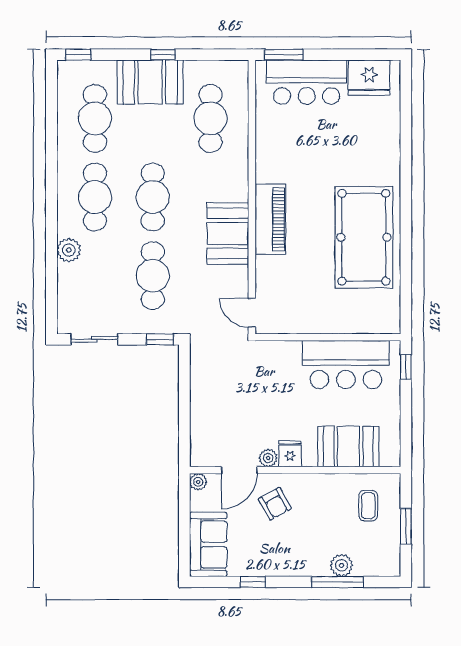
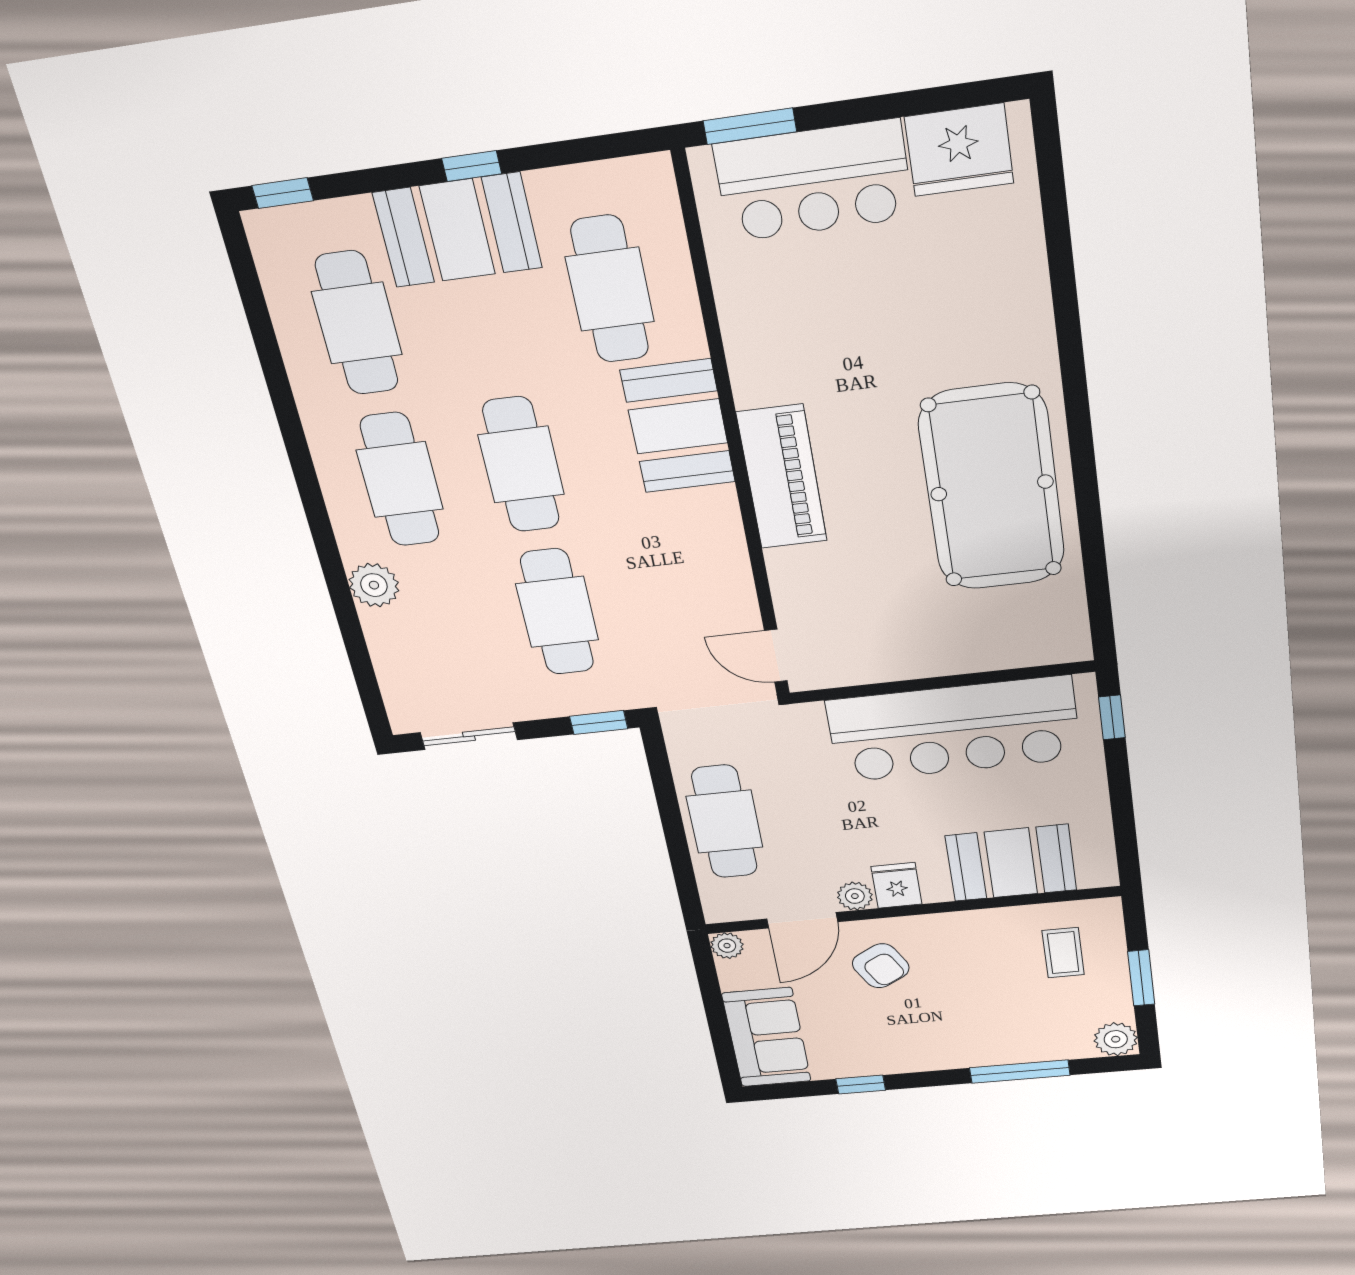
booth: (228, 234) -> (678, 426), moved
bar counter: (346, 365) -> (953, 729), width x1.36
cafe table: (211, 405) -> (724, 822), added
plant: (341, 565) -> (1116, 1039), moved

